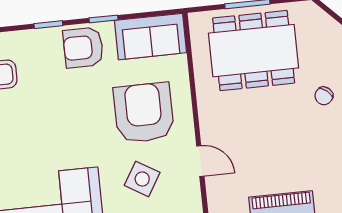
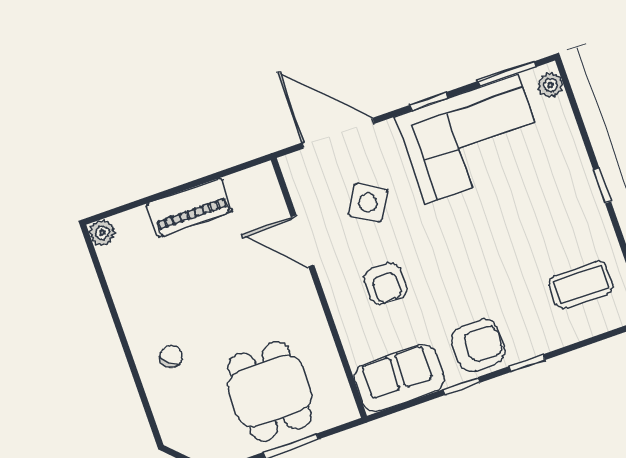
dining table: (254, 51) -> (270, 391), width x0.73
armchair: (144, 113) -> (385, 284), width x0.53, depth x0.53
door: (200, 161) -> (302, 241), width x1.38

